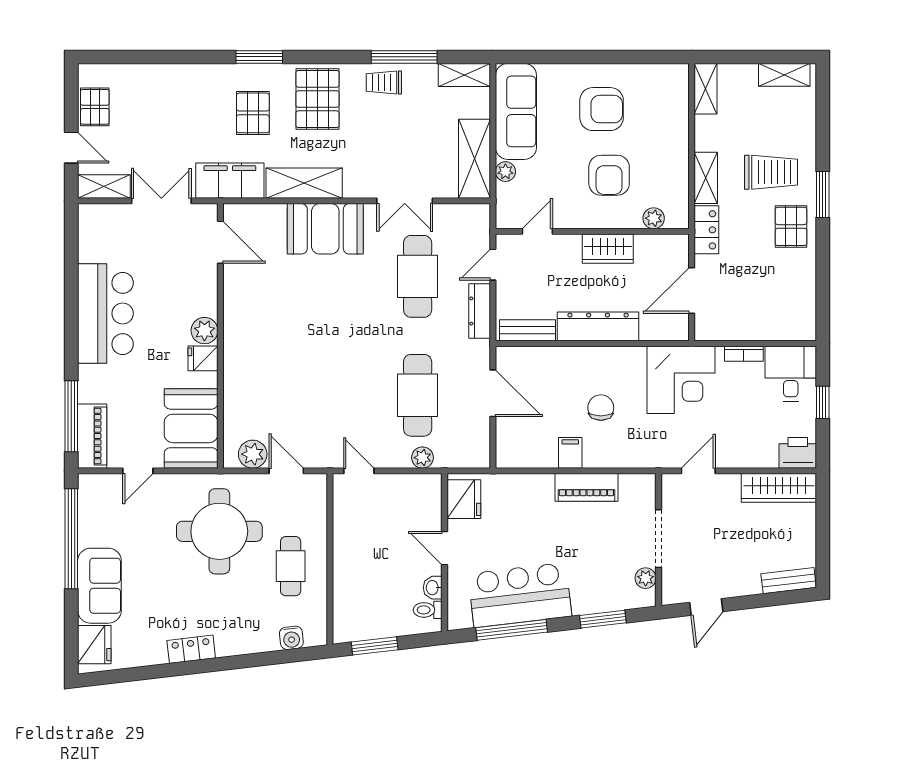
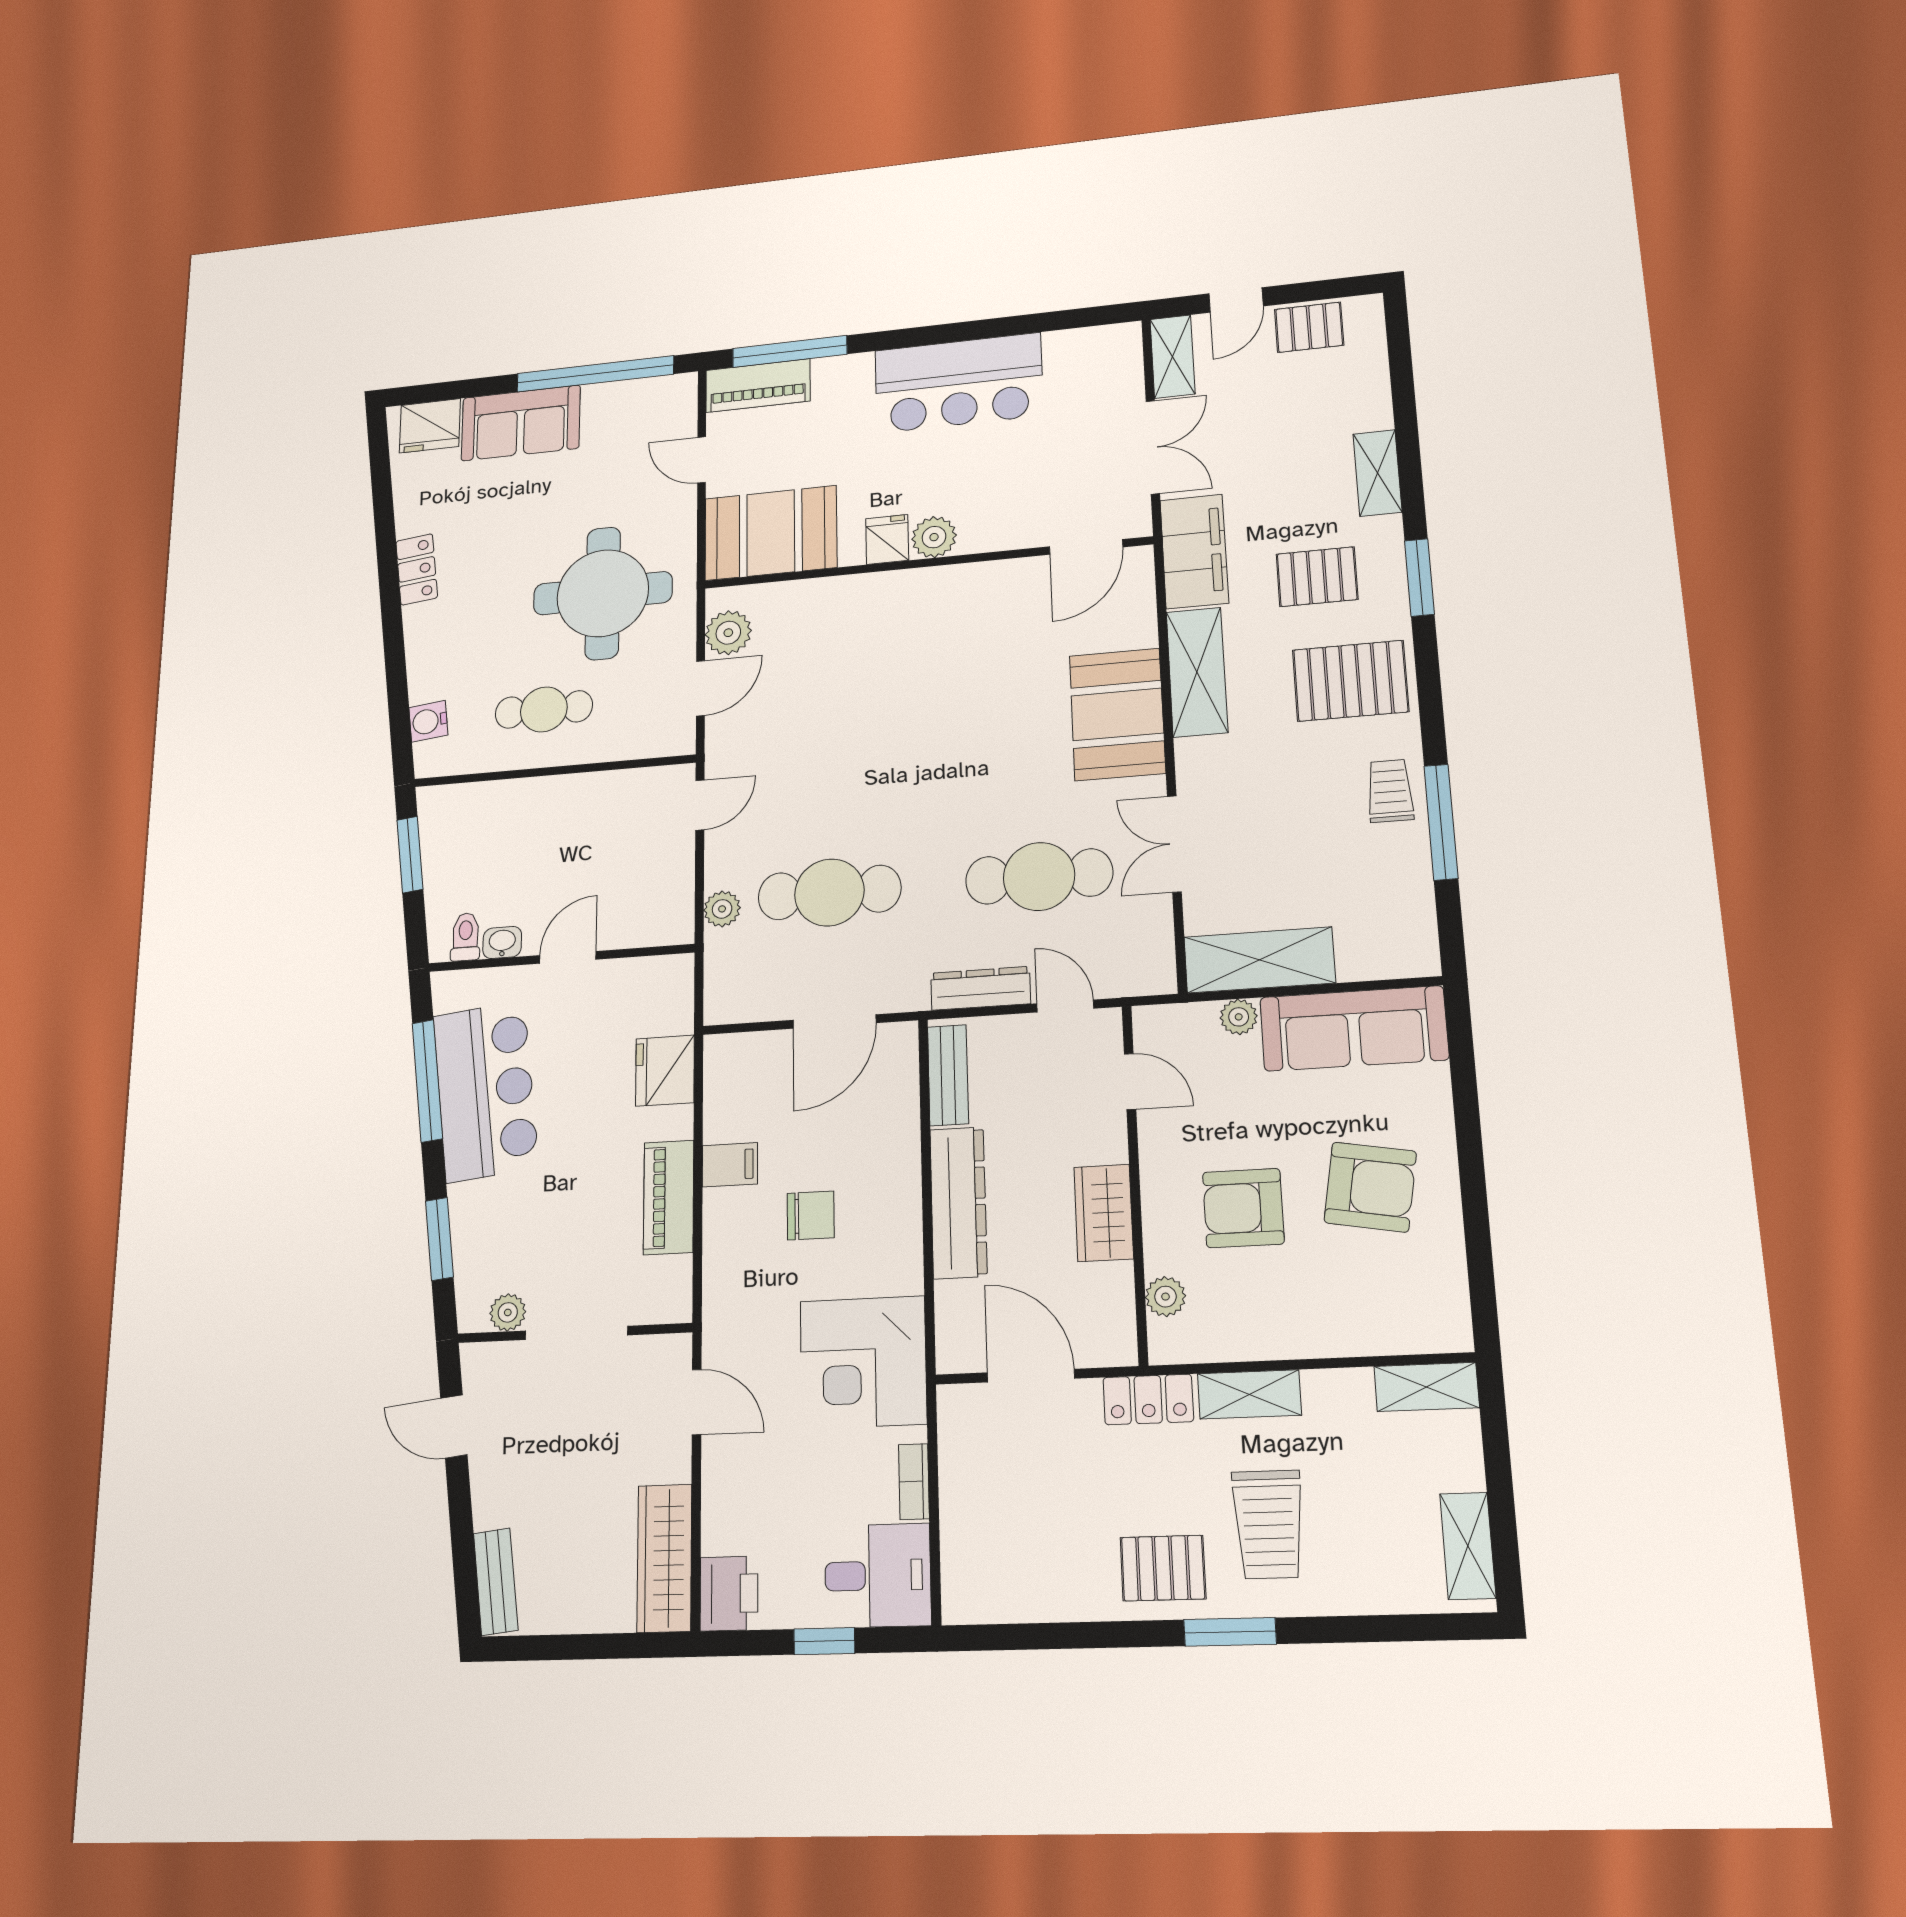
shelving: (464, 75) -> (1377, 473), moved
armchair: (602, 109) -> (1370, 1187), turned -80
fridge: (464, 499) -> (665, 1071), moved, turned 90

